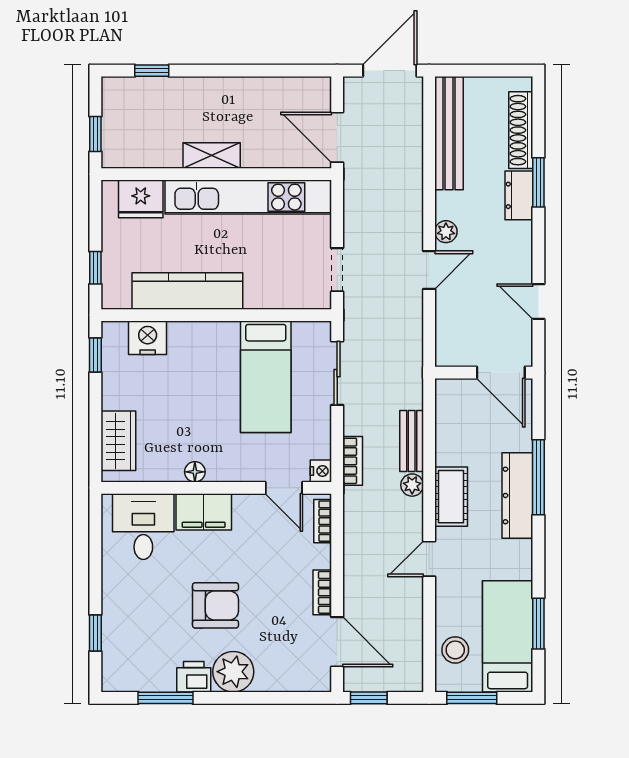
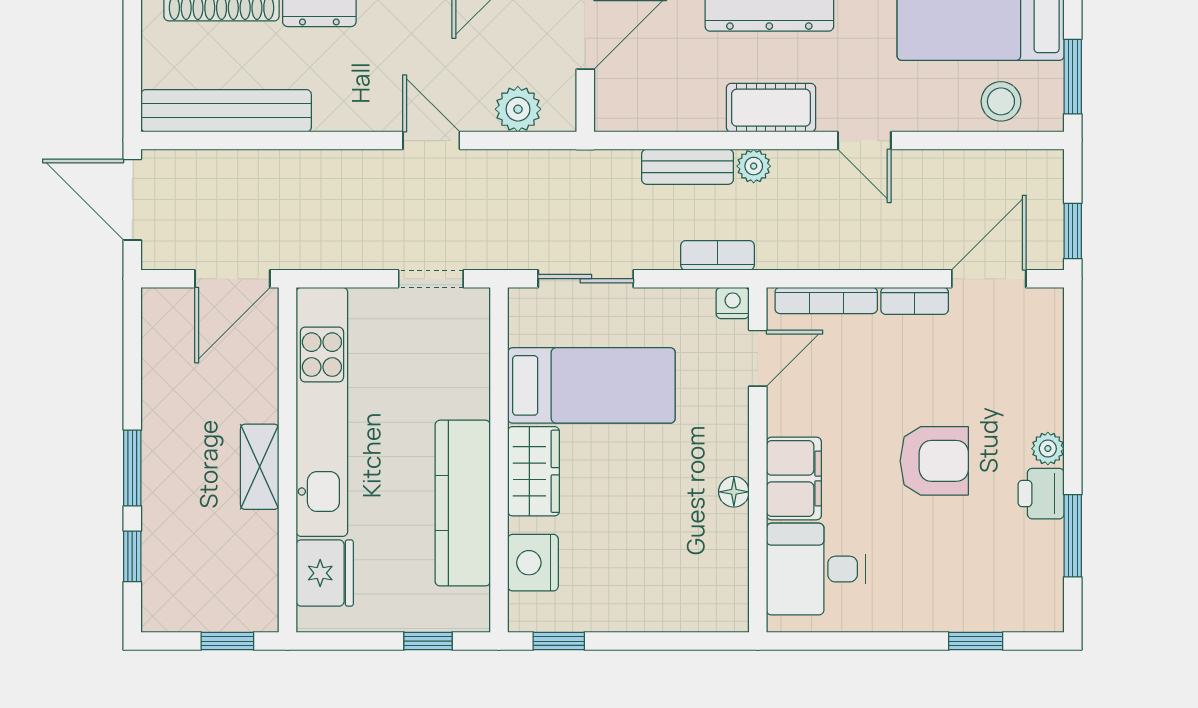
window: (211, 71) -> (132, 468), added
plant: (446, 232) -> (518, 109), moved, width x1.38, depth x1.38
wardrobe: (118, 441) -> (533, 471), moved, turned 90
bookcase: (323, 521) -> (826, 300), width x1.56
armchair: (215, 605) -> (934, 461), turned 90
plant: (233, 672) -> (1048, 449), width x0.53, depth x0.53

